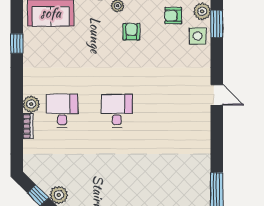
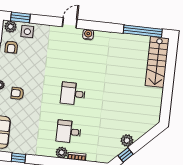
armchair: (131, 32) -> (17, 93), moved
water cooler: (203, 123) -> (88, 34), added

